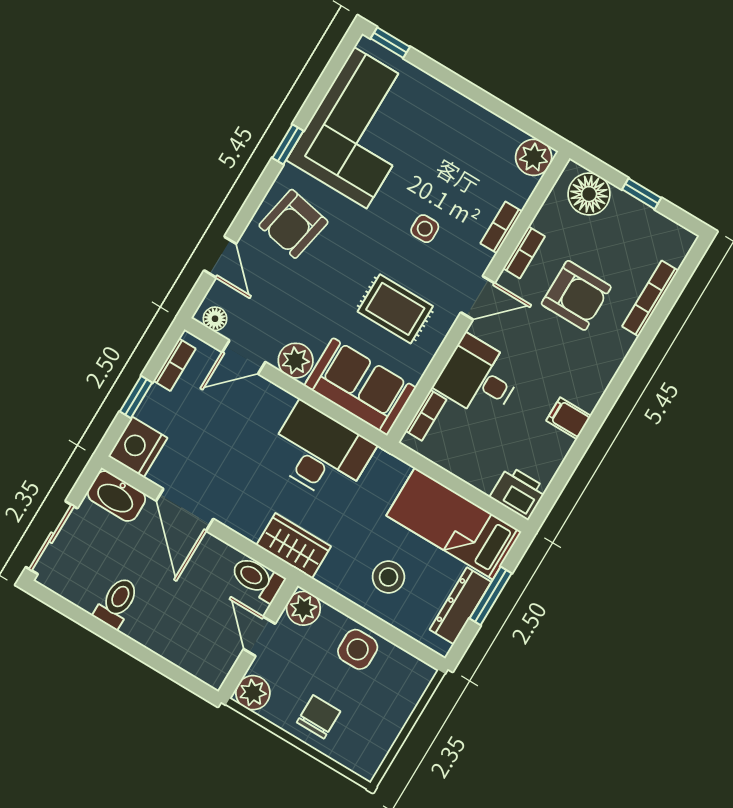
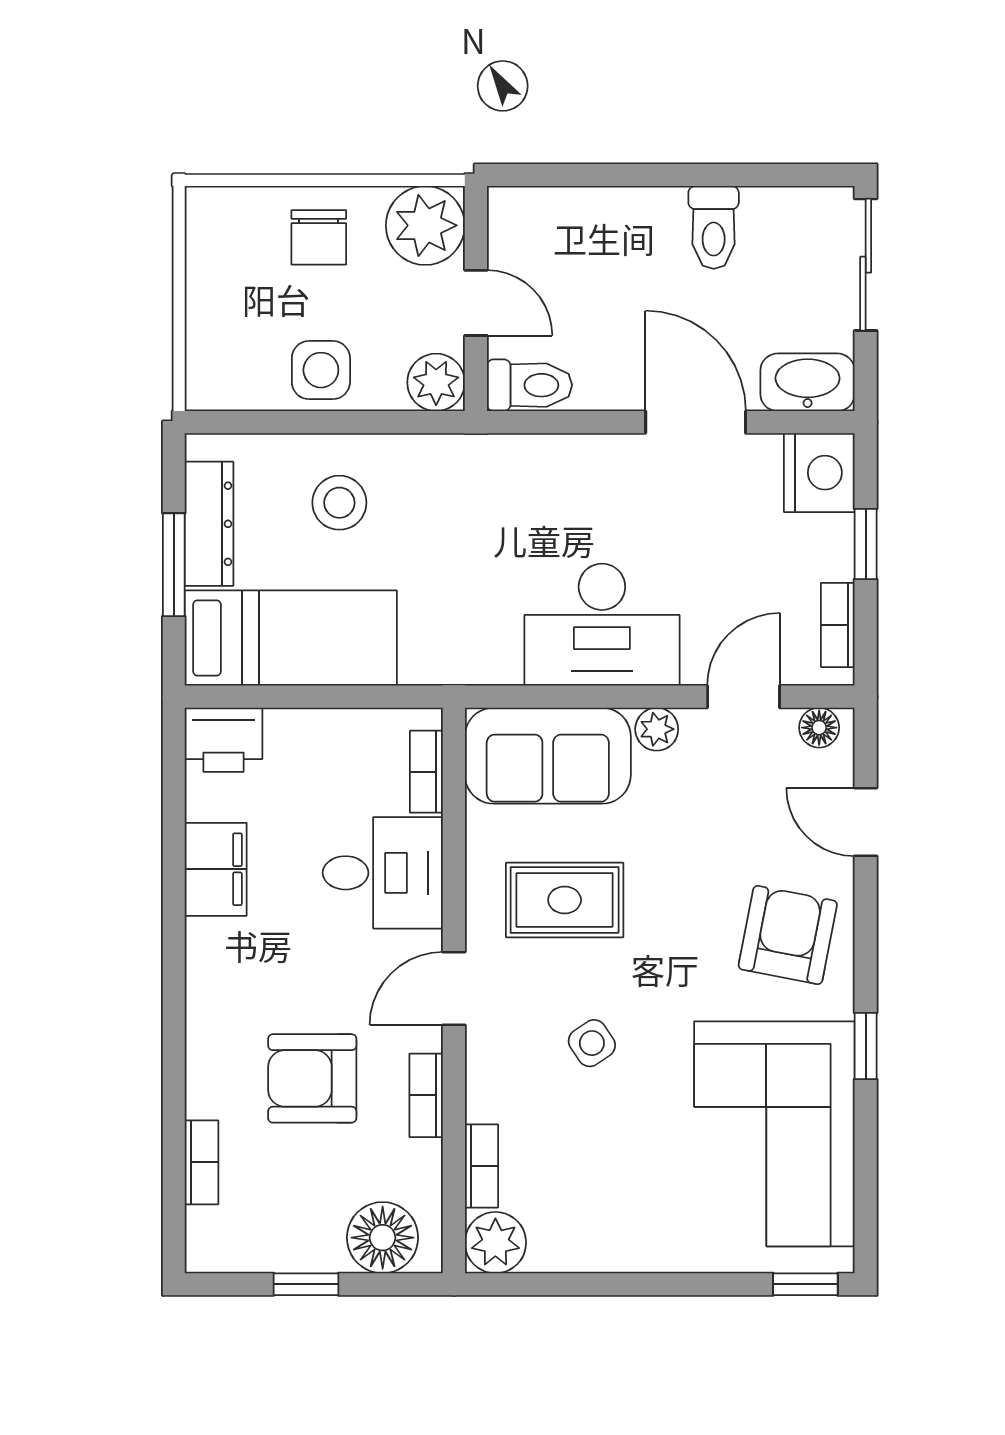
bookcase: (501, 227) -> (481, 1166), moved
side table: (425, 229) -> (592, 1043), turned -34
bookcase: (650, 299) -> (202, 1162), width x0.64
plant: (296, 361) -> (657, 729), width x0.73, depth x0.73
filing cabinet: (569, 418) -> (216, 869), width x2.00
desk: (320, 453) -> (602, 625), moved
wardrobe: (294, 546) -> (505, 465), removed
plant: (253, 693) -> (425, 225), width x1.36, depth x1.36

